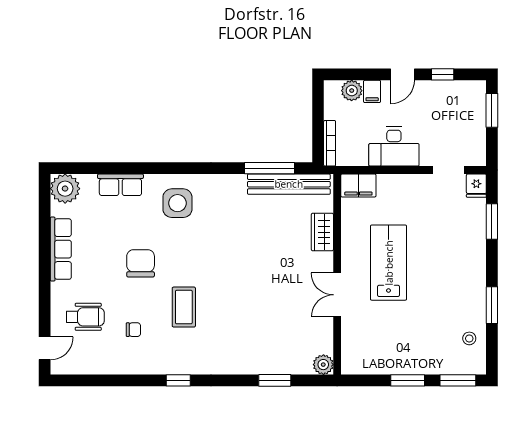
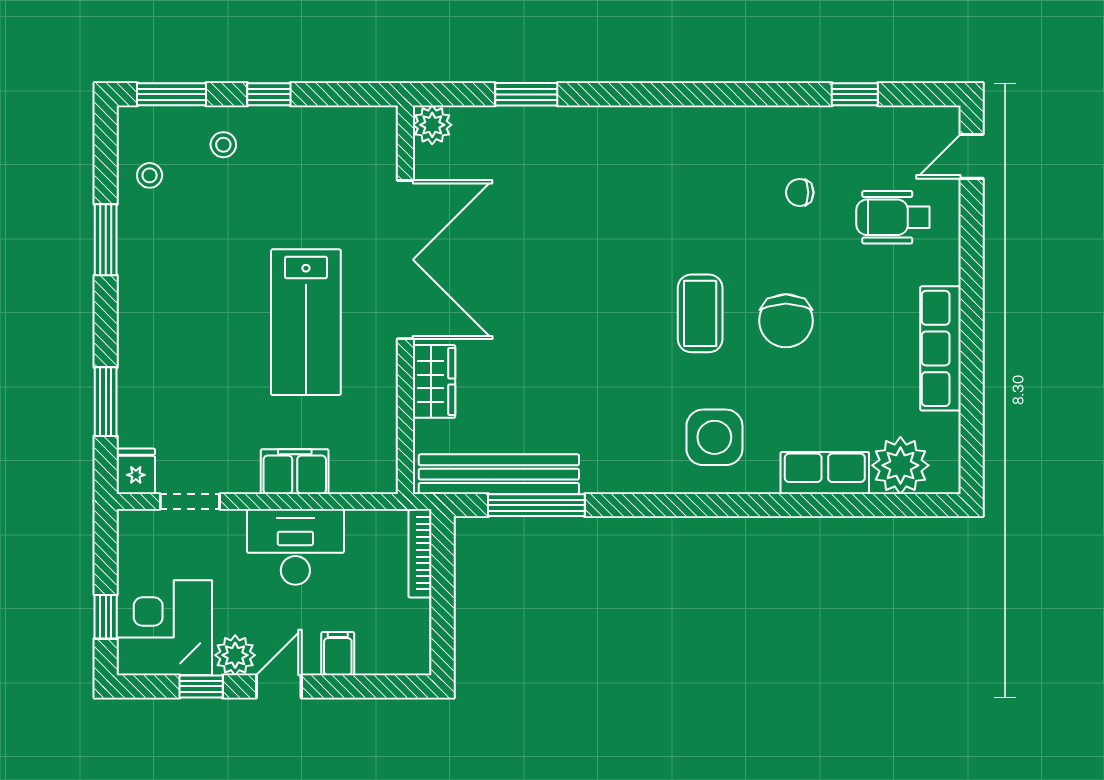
plant: (352, 91) -> (235, 655), moved
corner desk: (462, 105) -> (164, 628), added
window: (492, 110) -> (106, 617), width x0.67
filing cabinet: (358, 185) -> (295, 472), moved
plant: (65, 189) -> (900, 465), moved
double door: (337, 295) -> (405, 260), width x1.87
coffee table: (184, 307) -> (700, 313), moved
stool: (431, 354) -> (223, 145), added
window: (178, 380) -> (855, 94), moved
window: (408, 380) -> (269, 94), width x0.67

